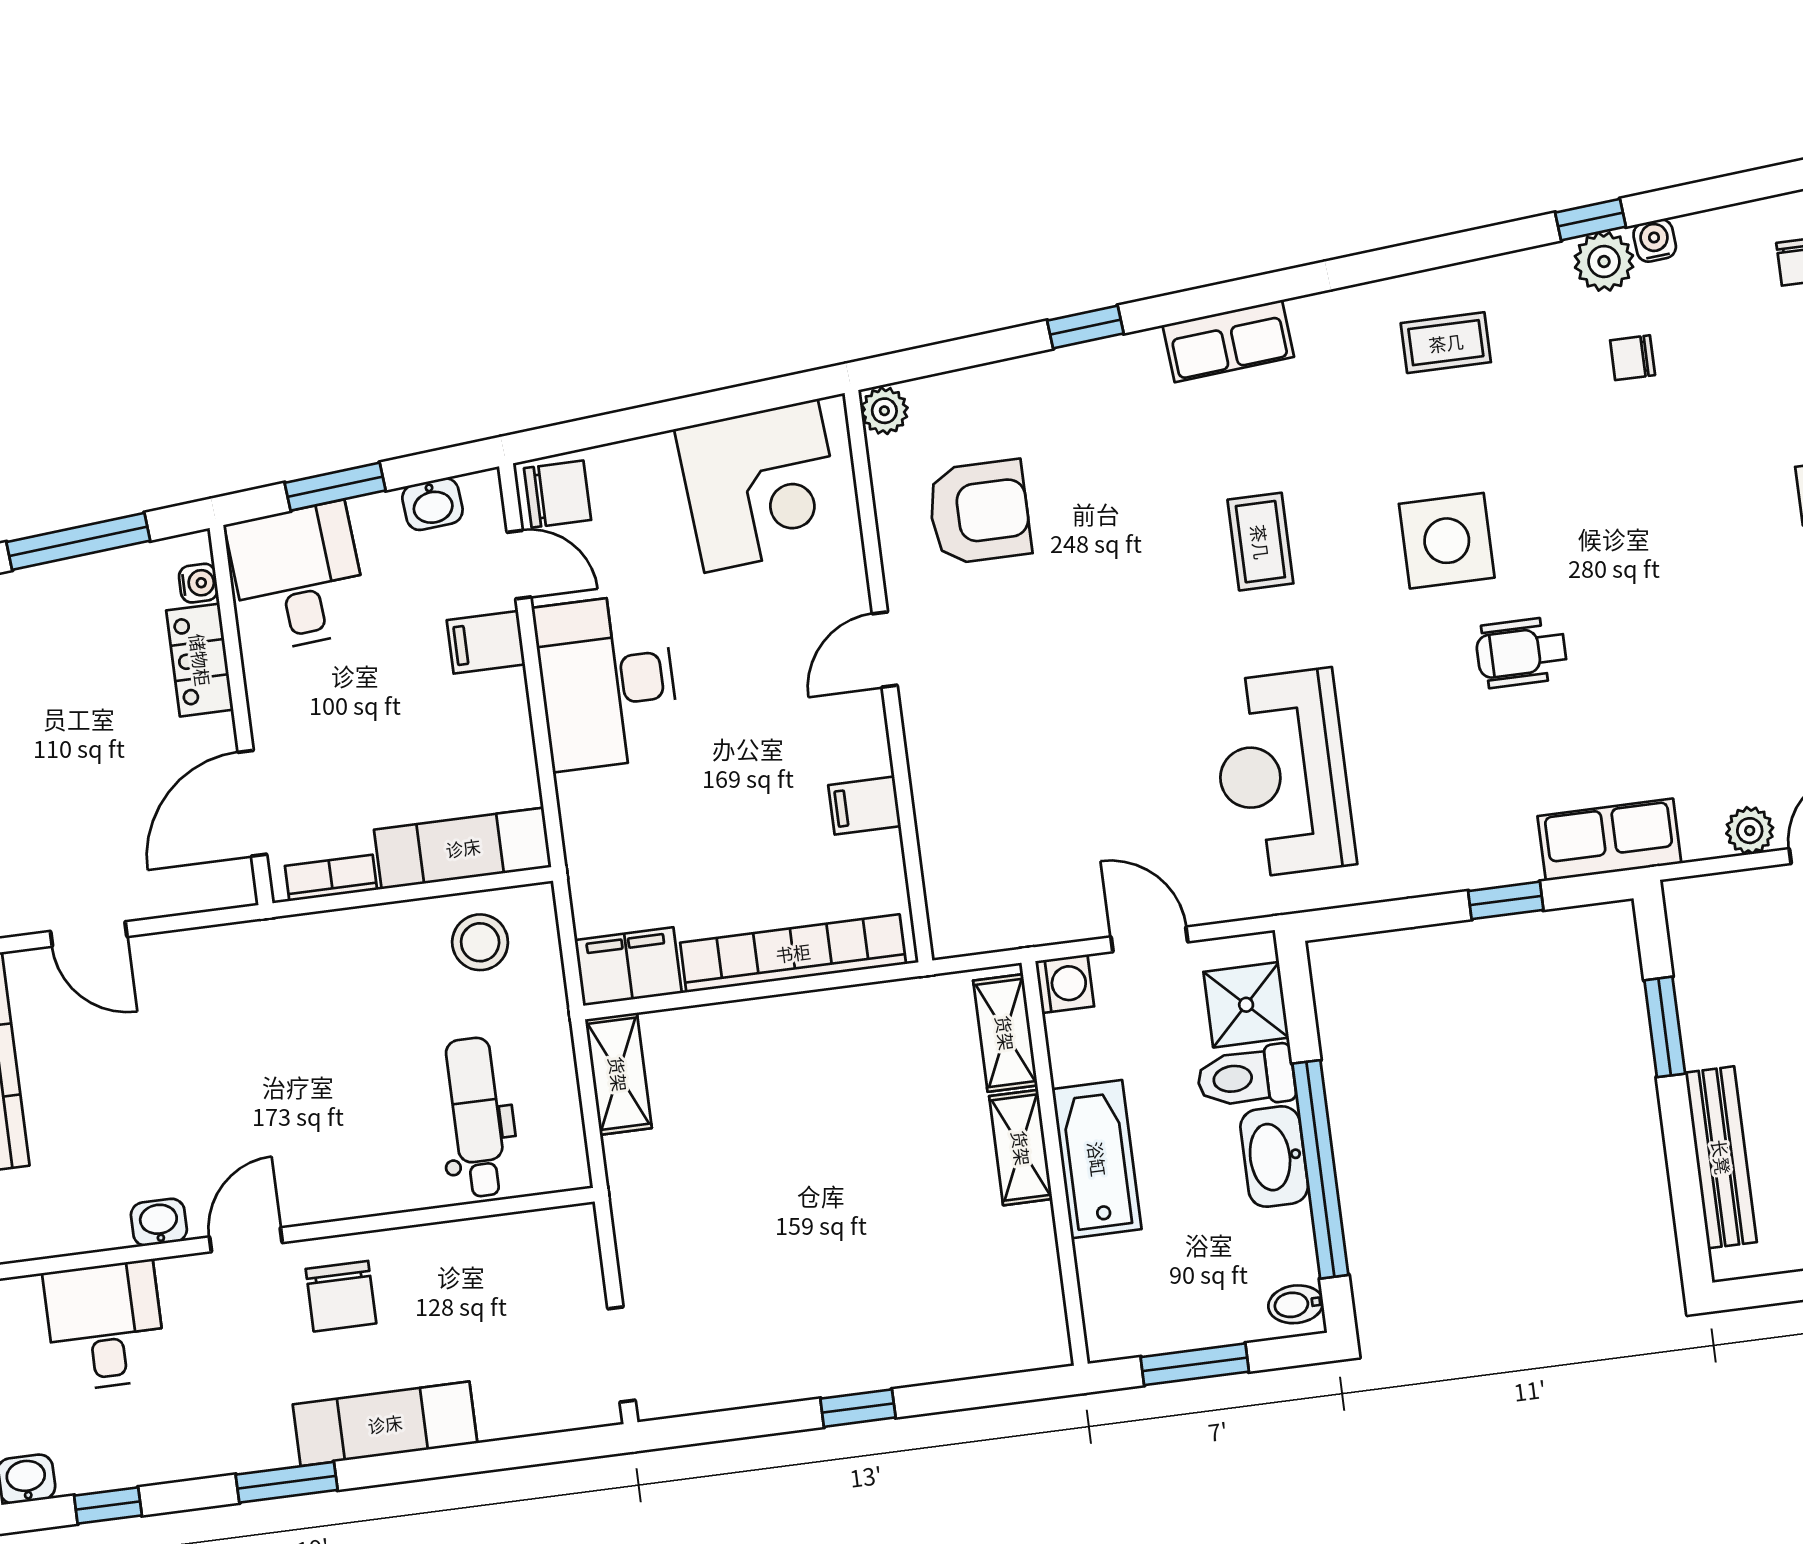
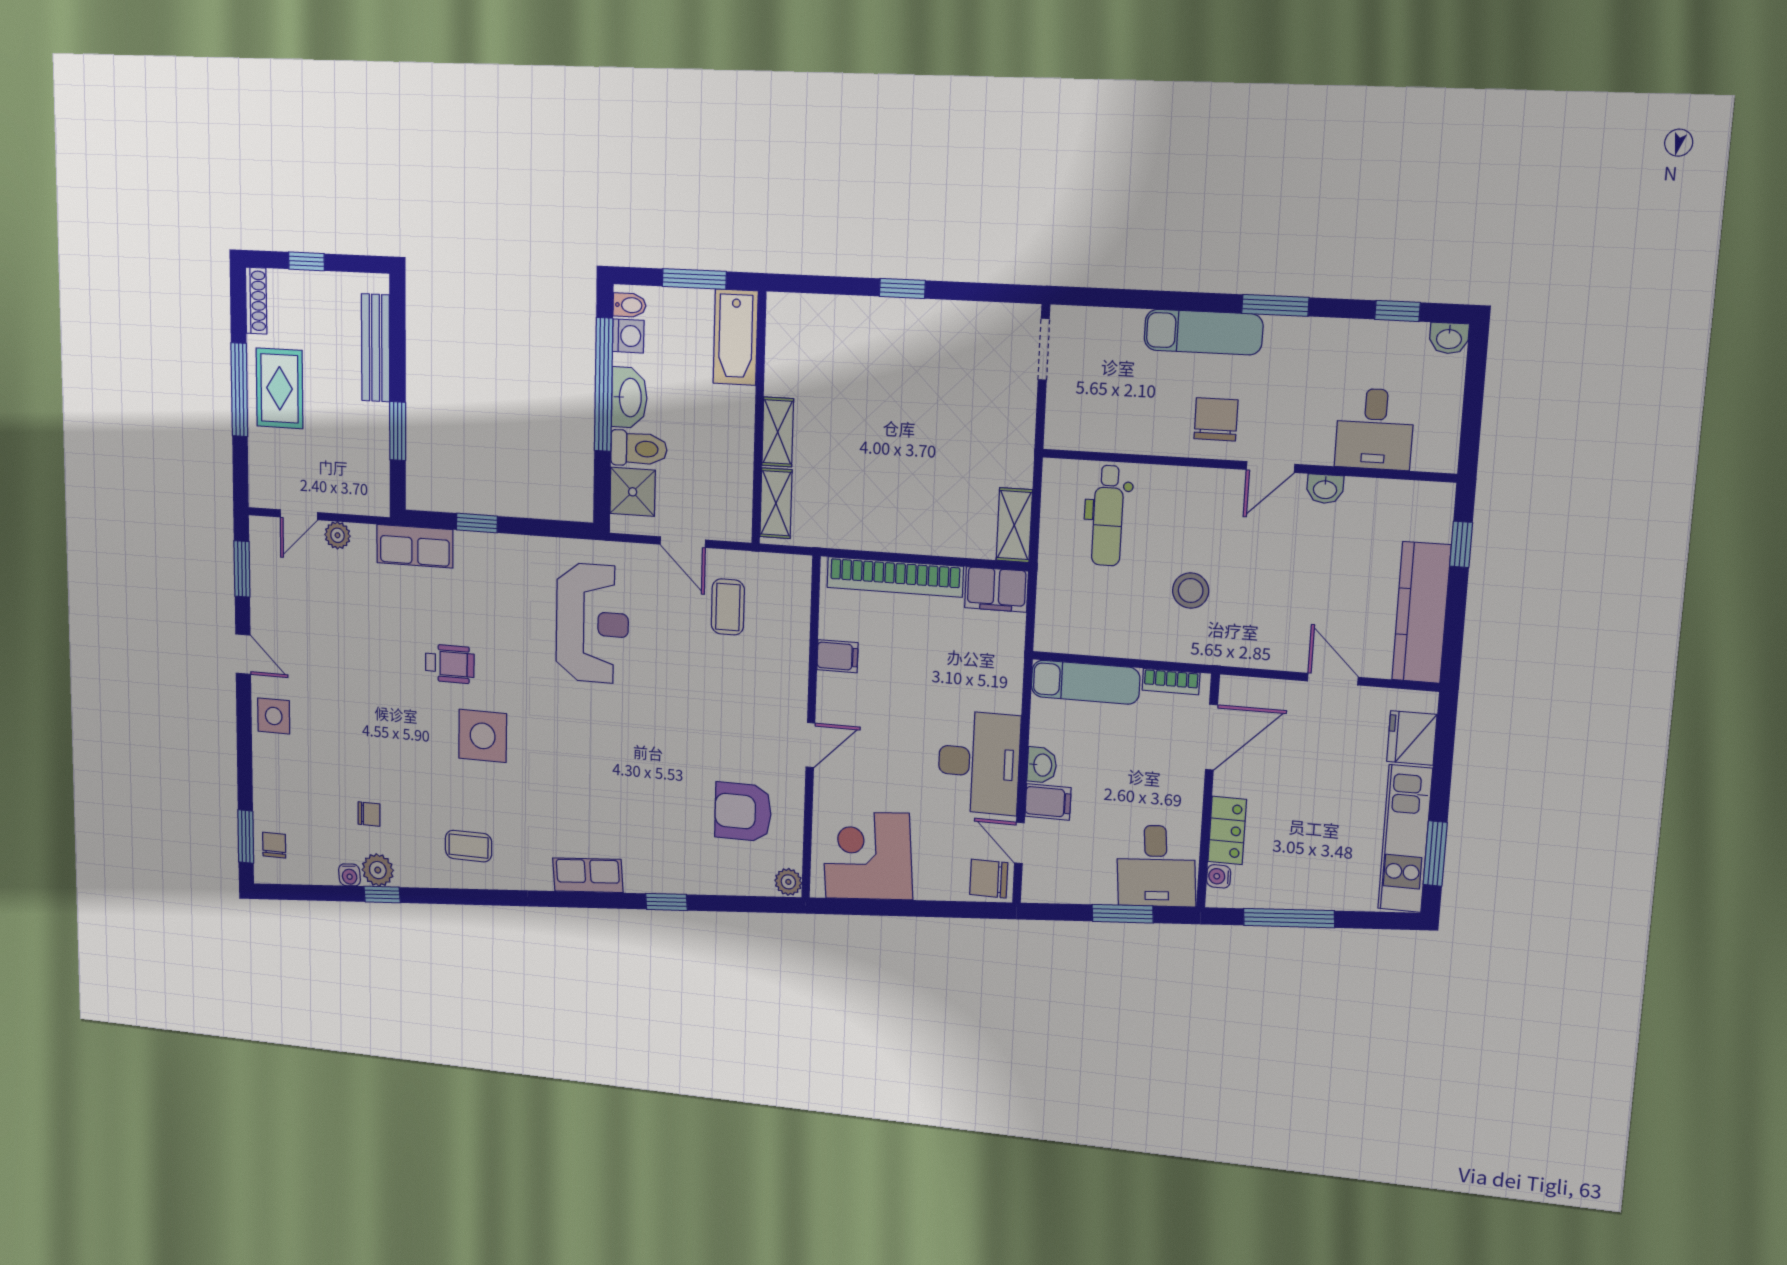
washbasin: (432, 504) -> (1042, 765), moved, turned 95
coffee table: (1260, 542) -> (728, 607), moved
stool: (480, 942) -> (1191, 591), moved
washing machine: (1065, 984) -> (628, 336), moved, turned 180
bathtub: (1097, 1159) -> (736, 337), moved

